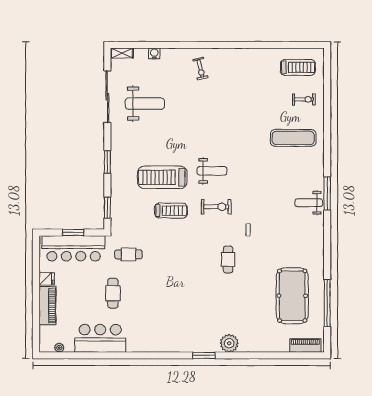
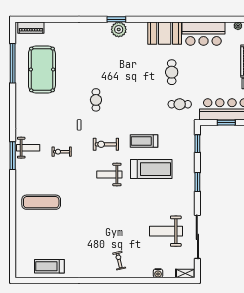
treadmill: (298, 67) -> (49, 266), moved
exercise bike: (304, 99) -> (62, 152), moved
cafe table: (113, 293) -> (172, 72), moved
booth: (146, 339) -> (165, 33), added
plant: (229, 343) -> (119, 29), moved

